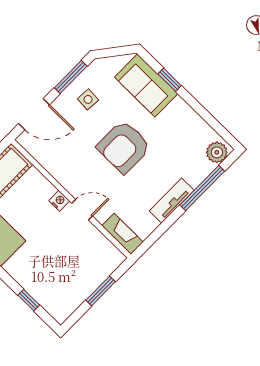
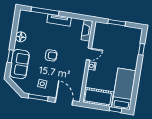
floor lamp: (189, 119) -> (21, 37), added
armchair: (124, 147) -> (51, 55), width x0.53, depth x0.53
plant: (217, 152) -> (26, 16), removed
door: (82, 210) -> (89, 54), swing flipped

